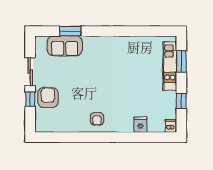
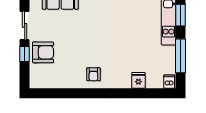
armchair: (48, 98) -> (43, 52), turned 90
window: (181, 101) -> (180, 56), width x2.17

